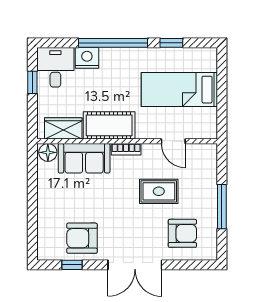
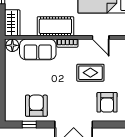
wardrobe: (63, 128) -> (12, 23), moved, turned 90
armchair: (182, 233) -> (107, 102), turned 90
armchair: (82, 238) -> (36, 106), turned 90

